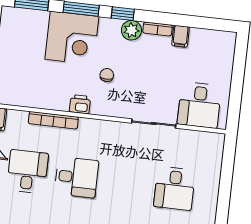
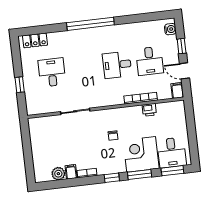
plant: (131, 30) -> (58, 174), moved
printer: (80, 104) -> (149, 110), moved
desk: (199, 105) -> (172, 153), moved, turned 180
window: (226, 181) -> (20, 85), added

